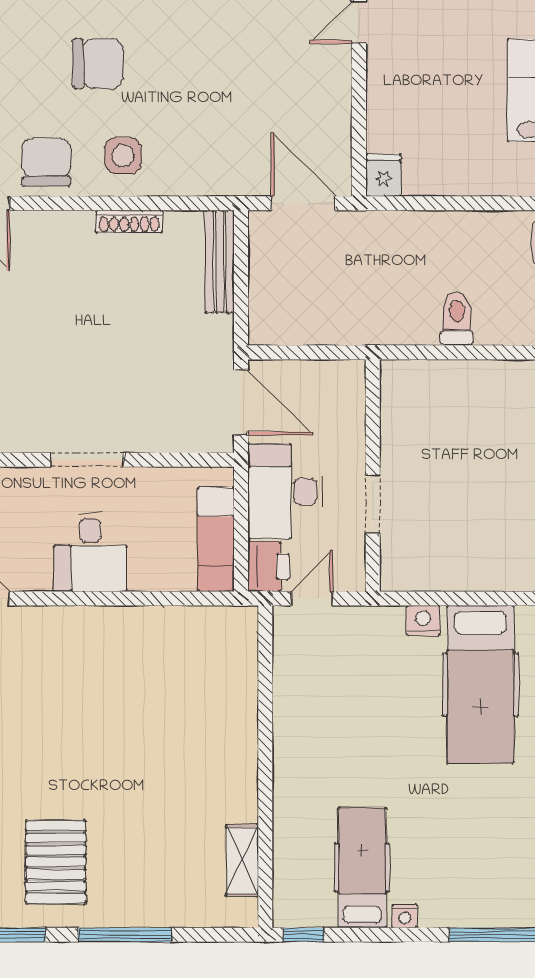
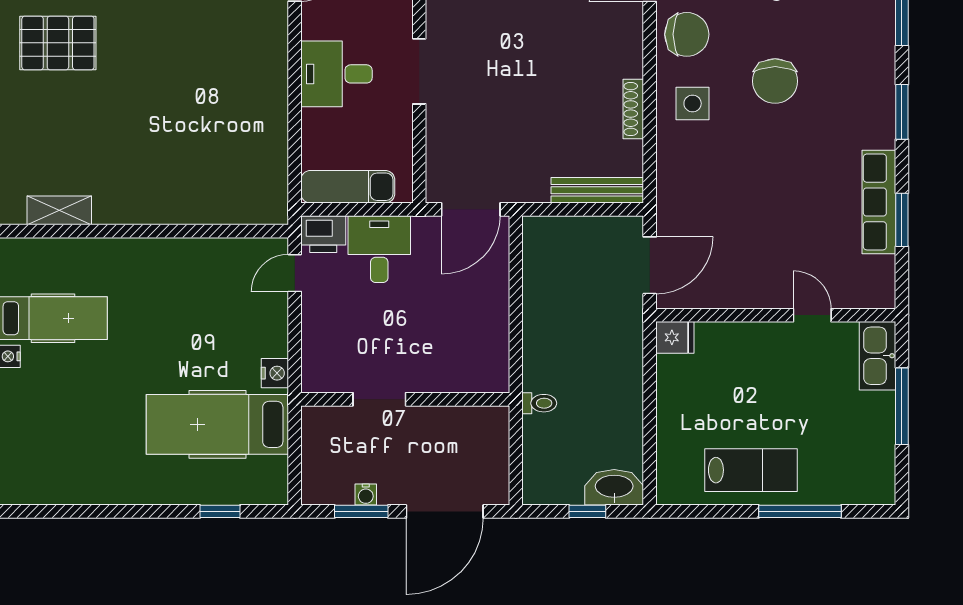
toilet: (457, 319) -> (539, 403), width x0.73, depth x0.72
wall: (373, 475) -> (405, 399), moved
desk: (285, 491) -> (379, 249), width x0.73
doorway: (373, 504) -> (379, 399), moved
door: (312, 598) -> (295, 273), swing flipped

